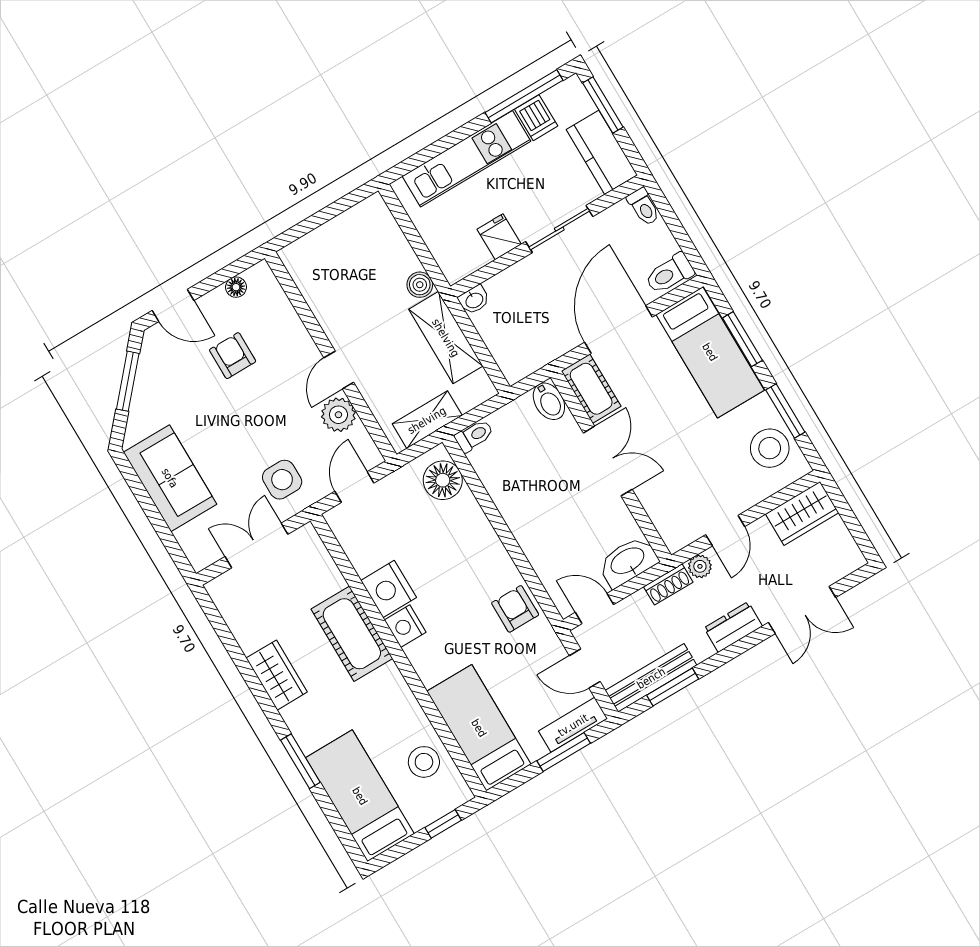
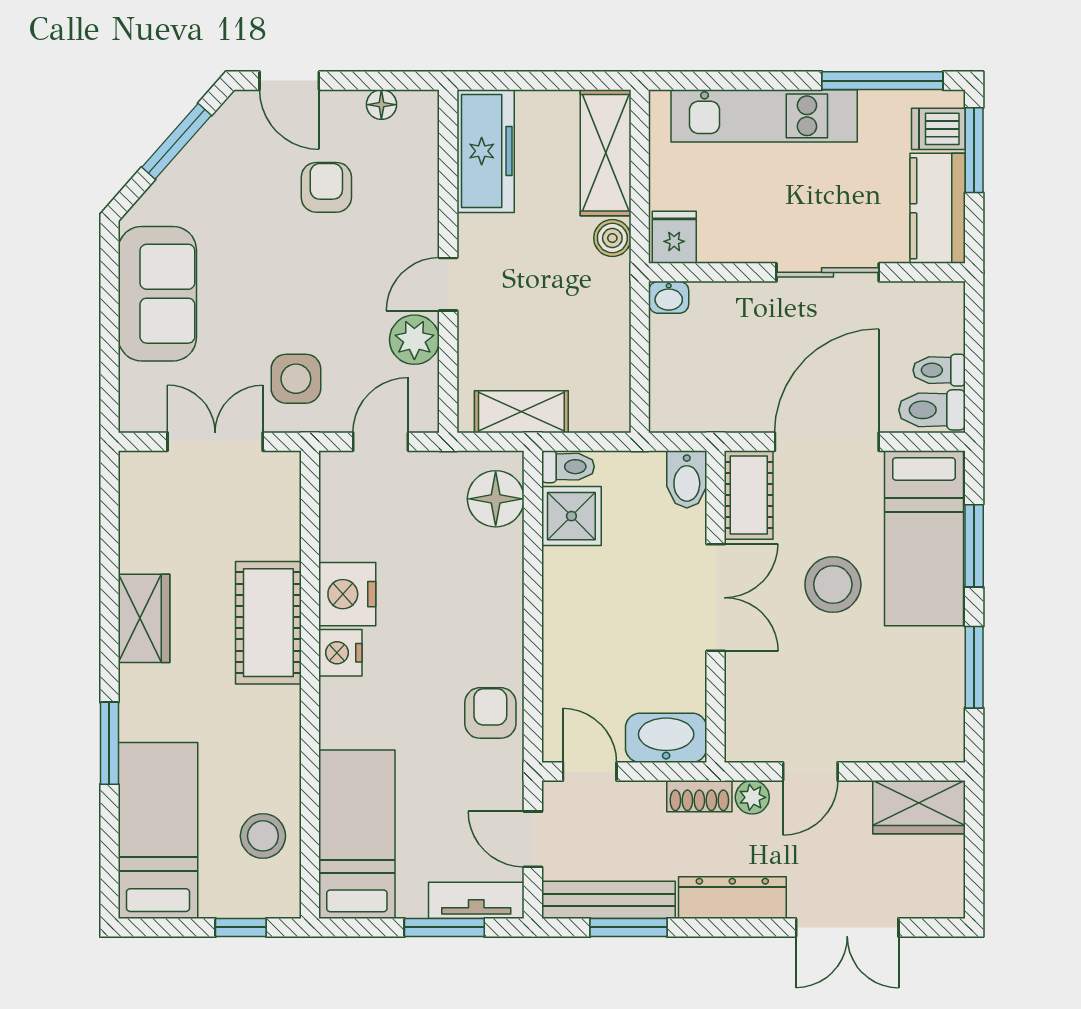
dishwasher: (536, 118) -> (938, 129), moved, turned 90
toilet: (644, 207) -> (939, 370), moved, turned 90
fridge: (499, 237) -> (674, 237), moved
freezer: (314, 278) -> (486, 151), added
shelving: (446, 338) -> (606, 153), moved
stool: (770, 448) -> (833, 585), moved
shower: (494, 464) -> (571, 516), added
dresser: (733, 627) -> (732, 898), width x1.44

